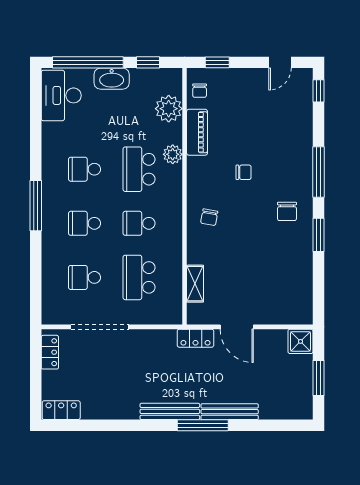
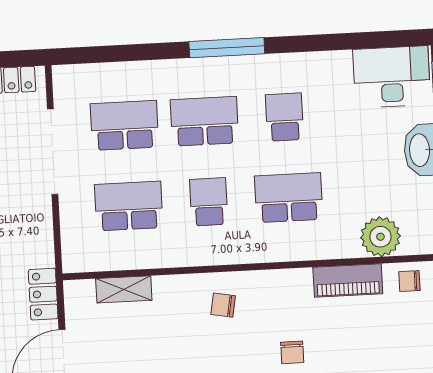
plant: (173, 154) -> (313, 246), removed
school desk: (85, 223) -> (204, 121), width x1.85
school desk: (85, 277) -> (124, 125), width x1.85

